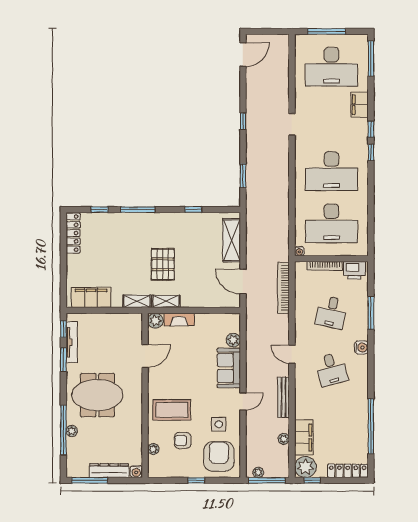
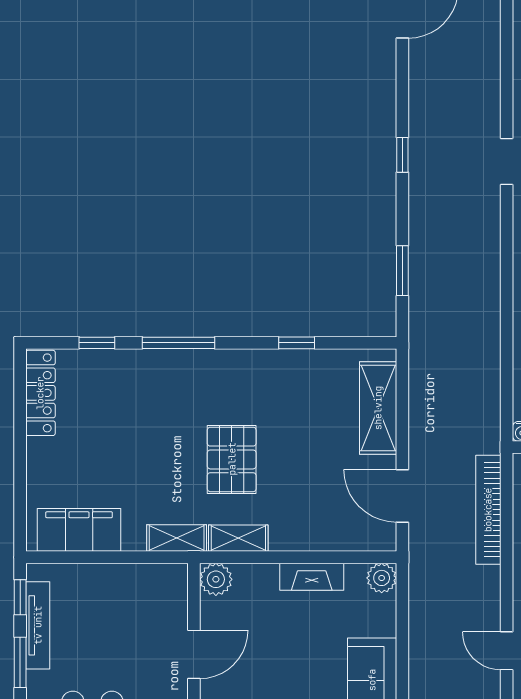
fireplace: (179, 319) -> (312, 577), moved
plant: (233, 340) -> (382, 578), moved

